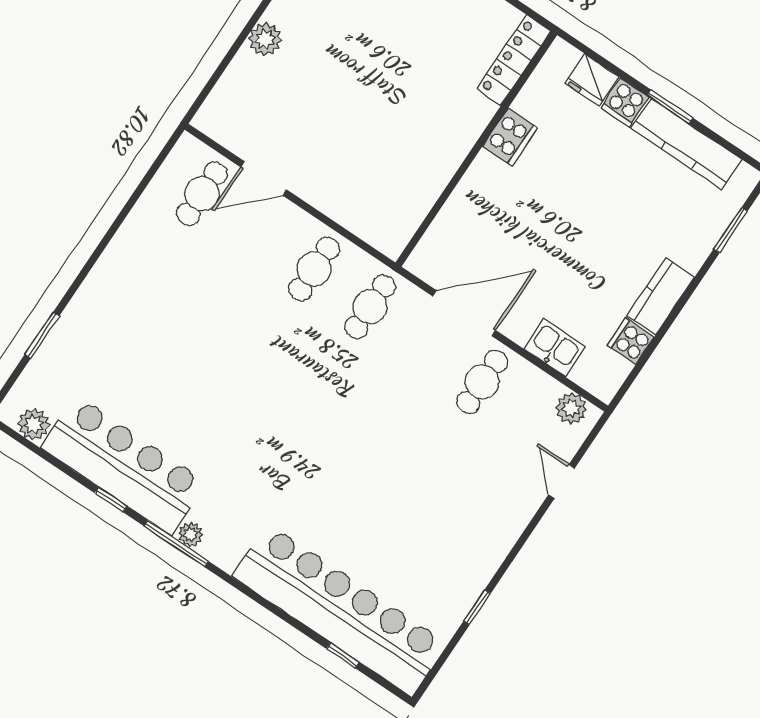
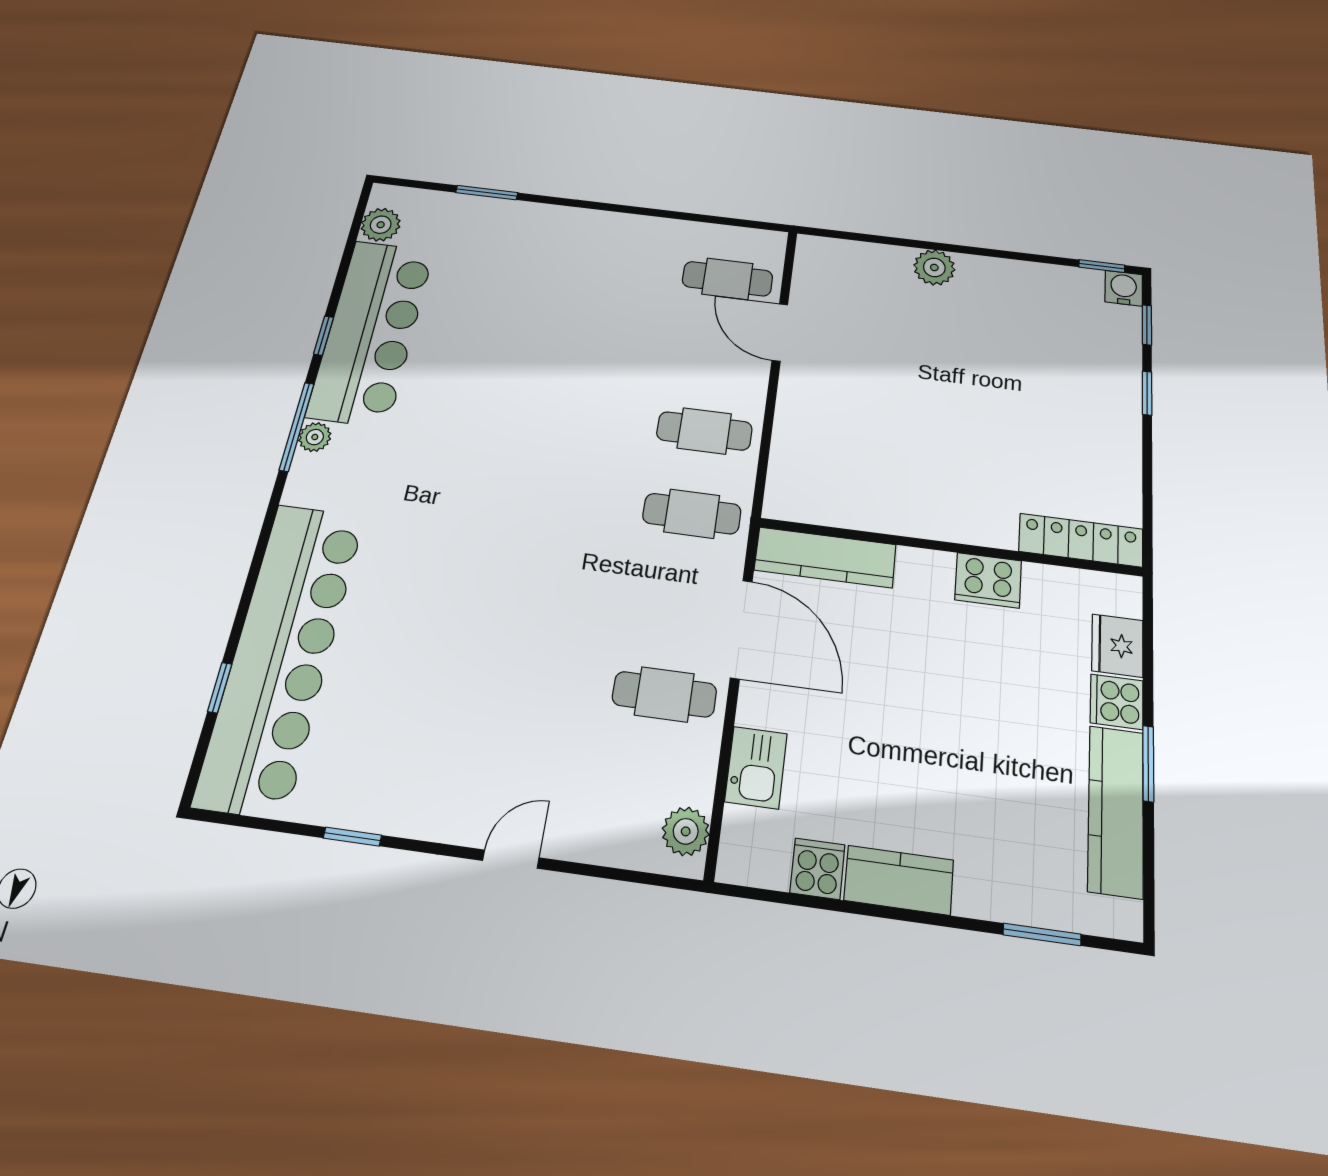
kitchen counter: (443, 234) -> (825, 557), added
door: (562, 481) -> (511, 859), moved

